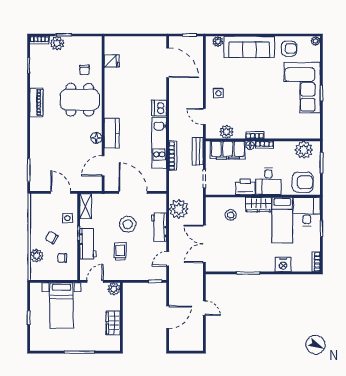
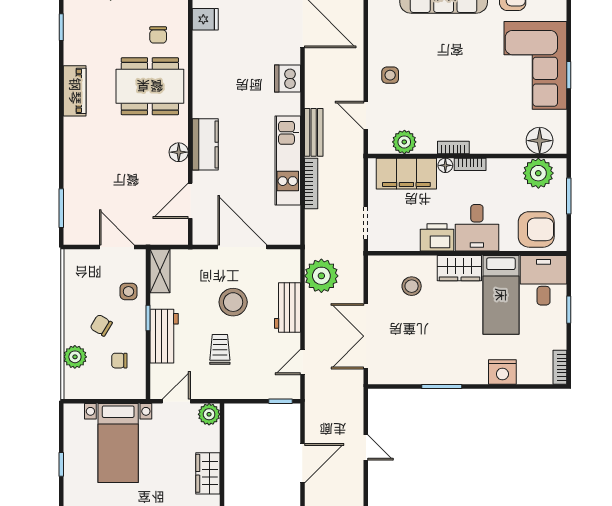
dishwasher: (159, 108) -> (287, 78), moved
floor lamp: (305, 131) -> (540, 141), added
bench: (198, 151) -> (314, 132), moved

